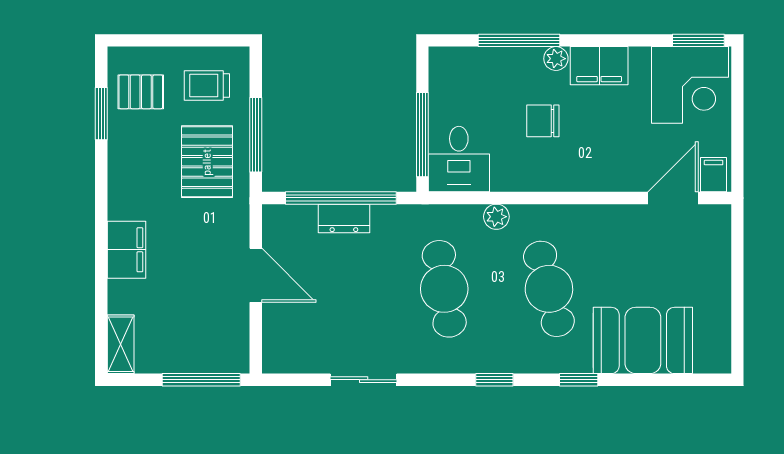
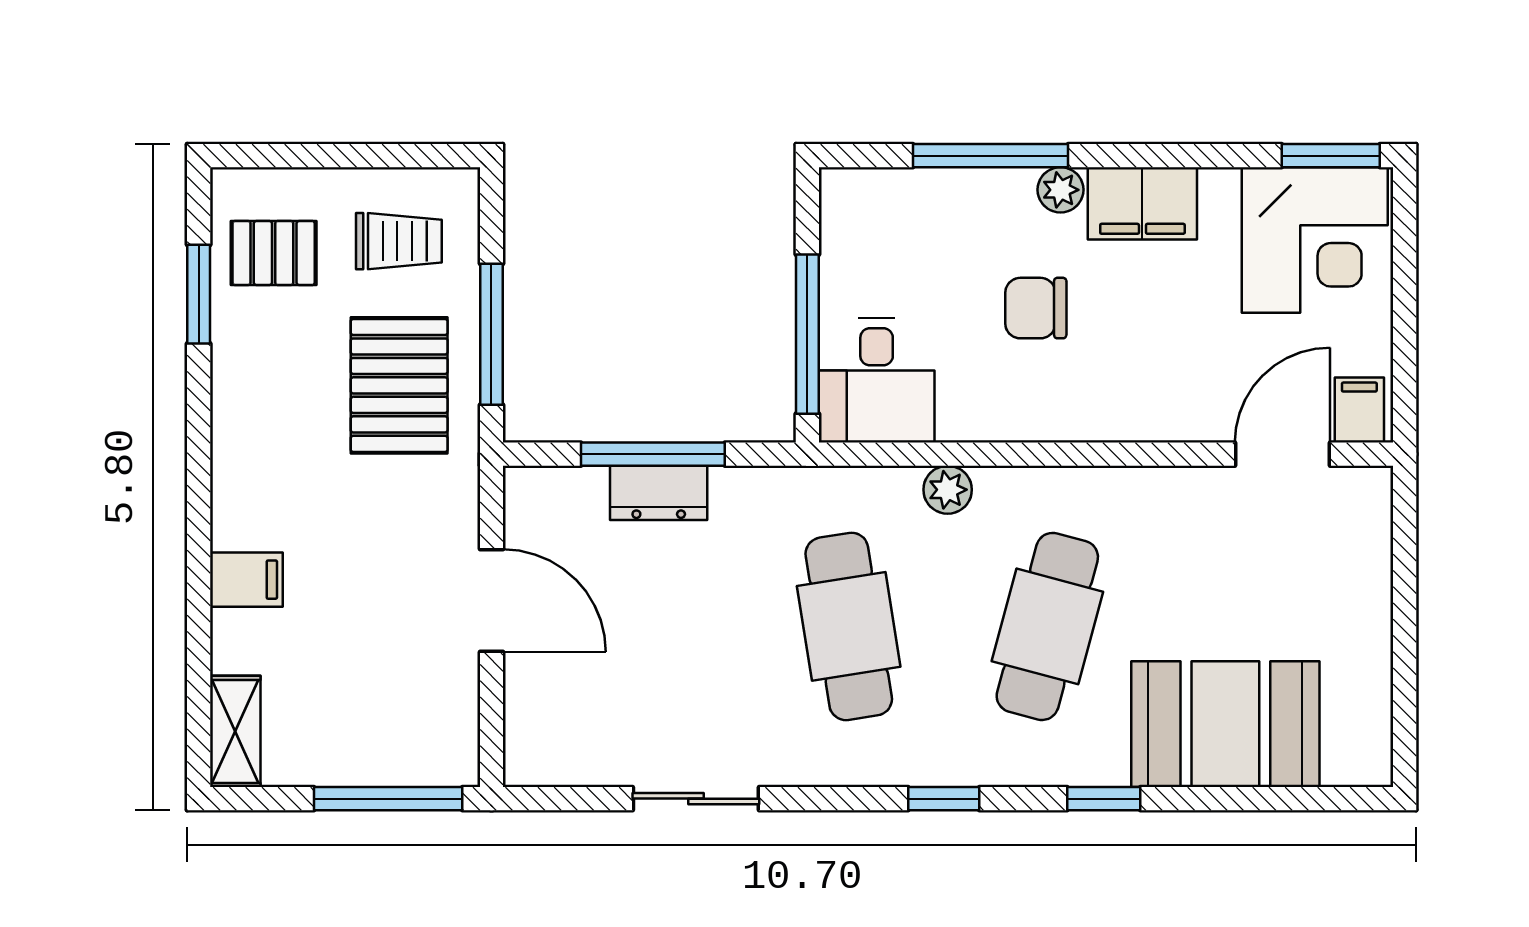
trolley: (207, 86) -> (399, 241), turned 180
window: (341, 198) -> (653, 454), width x0.68
filing cabinet: (126, 250) -> (246, 580), width x0.50
cafe table: (549, 289) -> (1047, 626), turned 30

